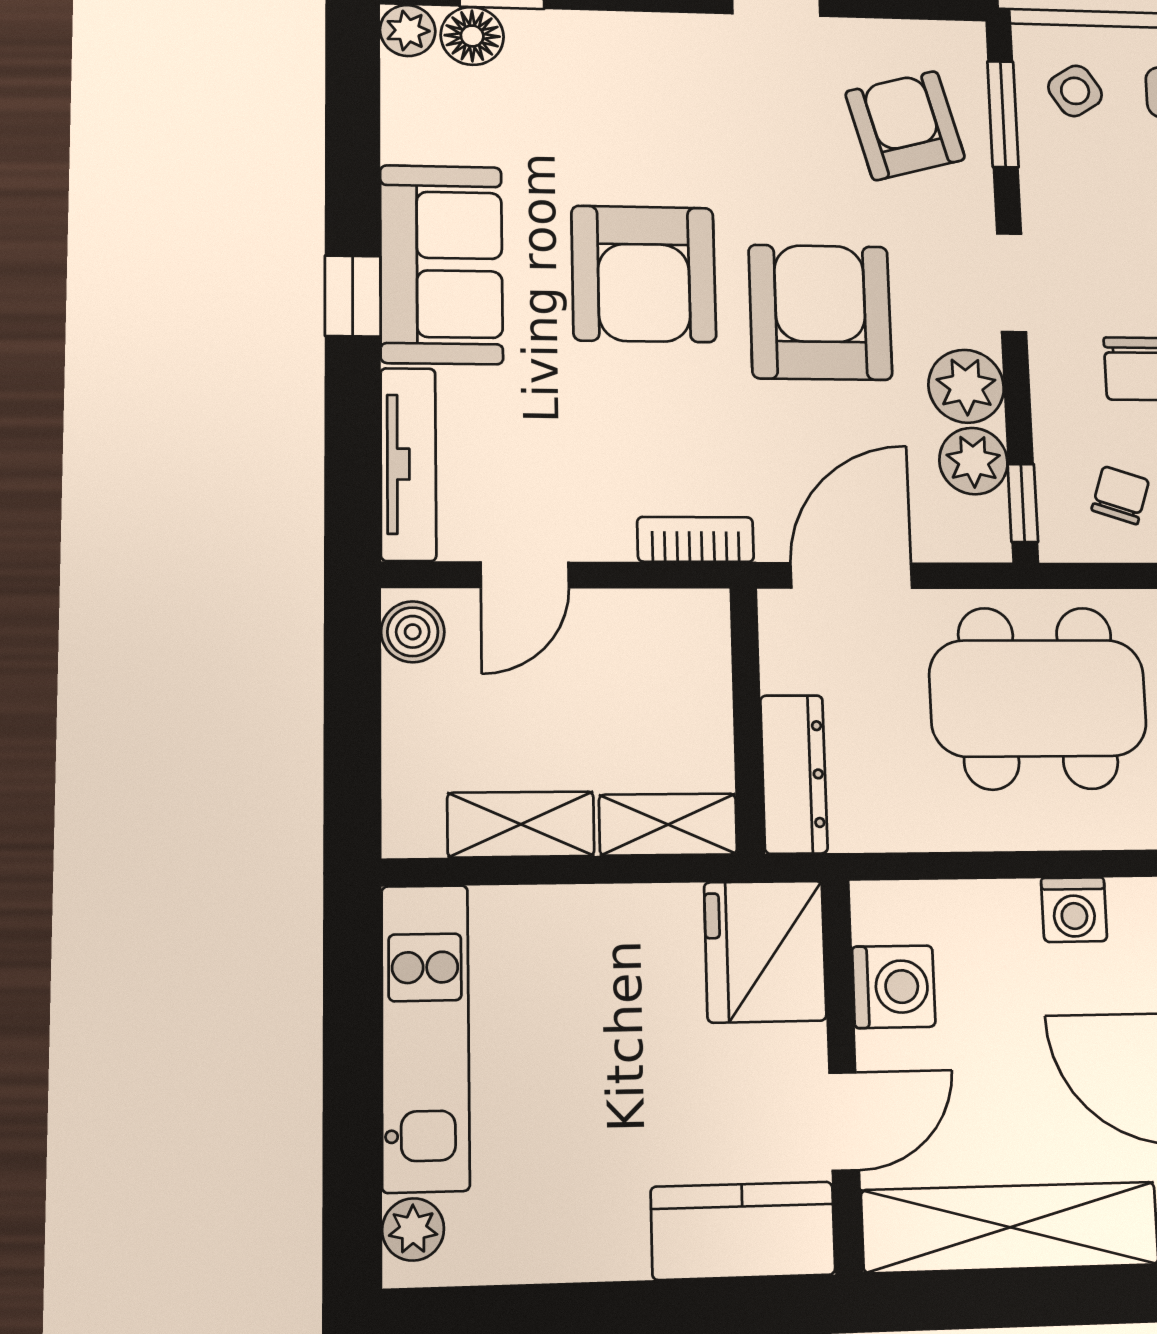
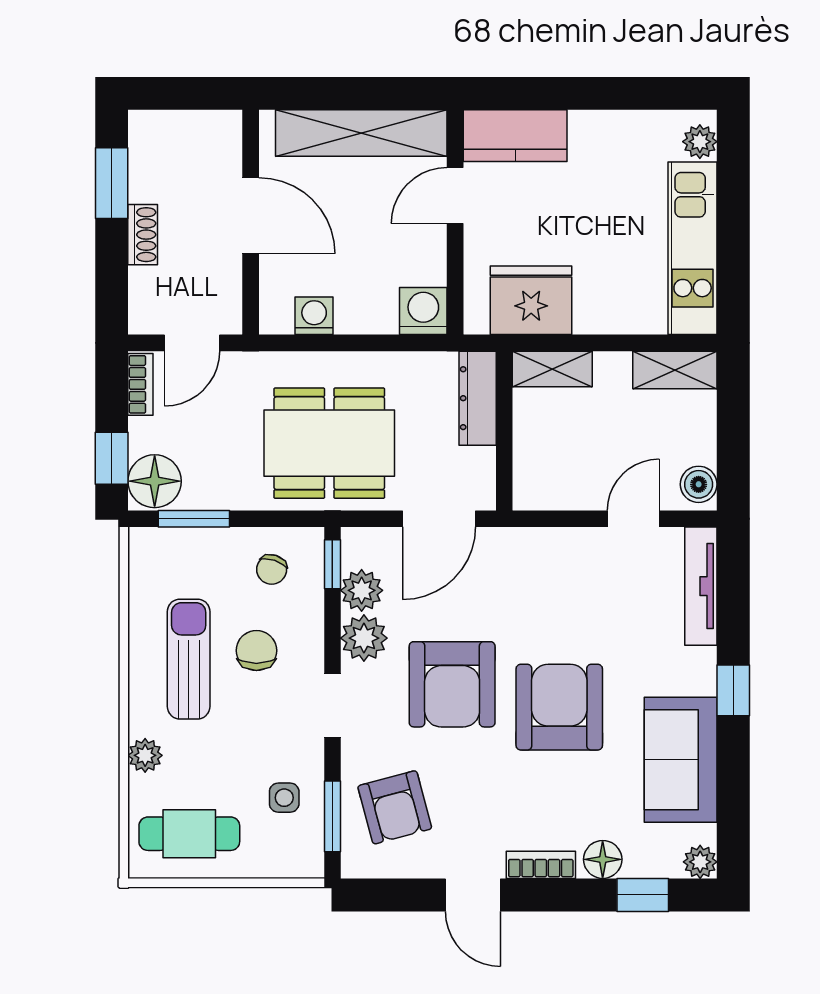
floor lamp: (472, 36) -> (603, 859), moved
side table: (1075, 91) -> (284, 798), moved, turned 33
sofa: (441, 264) -> (681, 760), moved
bookcase: (695, 539) -> (541, 865), moved, turned 180
shelving: (521, 824) -> (675, 370), moved
fridge: (765, 951) -> (531, 300), moved, turned -90
washing machine: (894, 987) -> (423, 311), moved, turned 90

